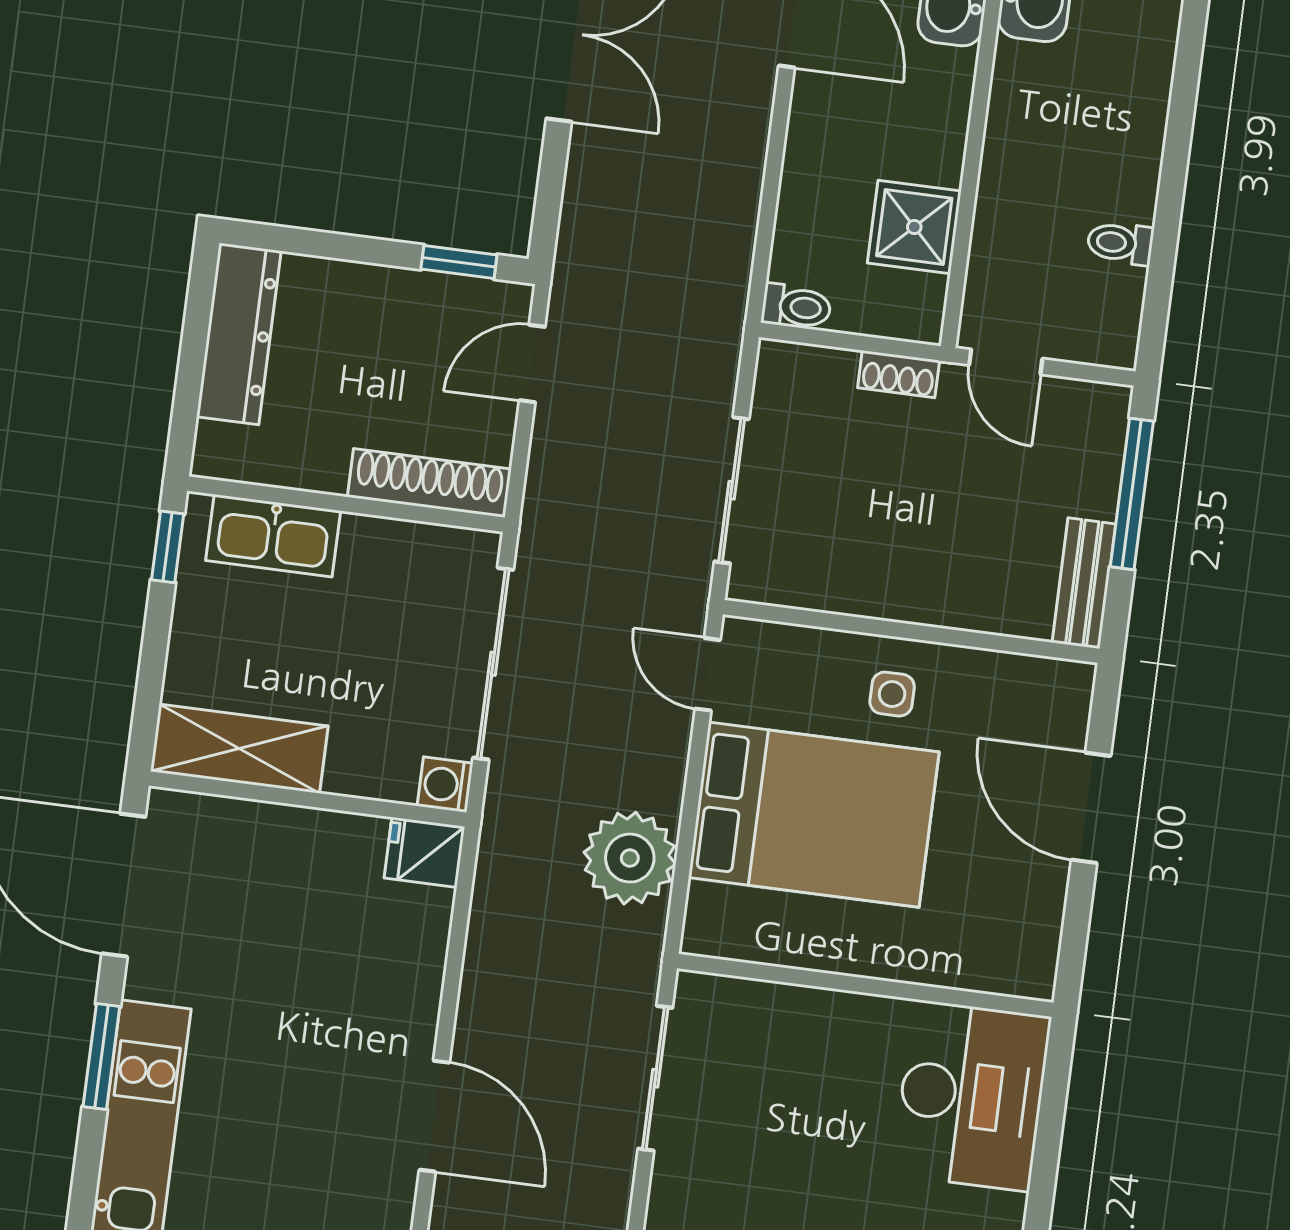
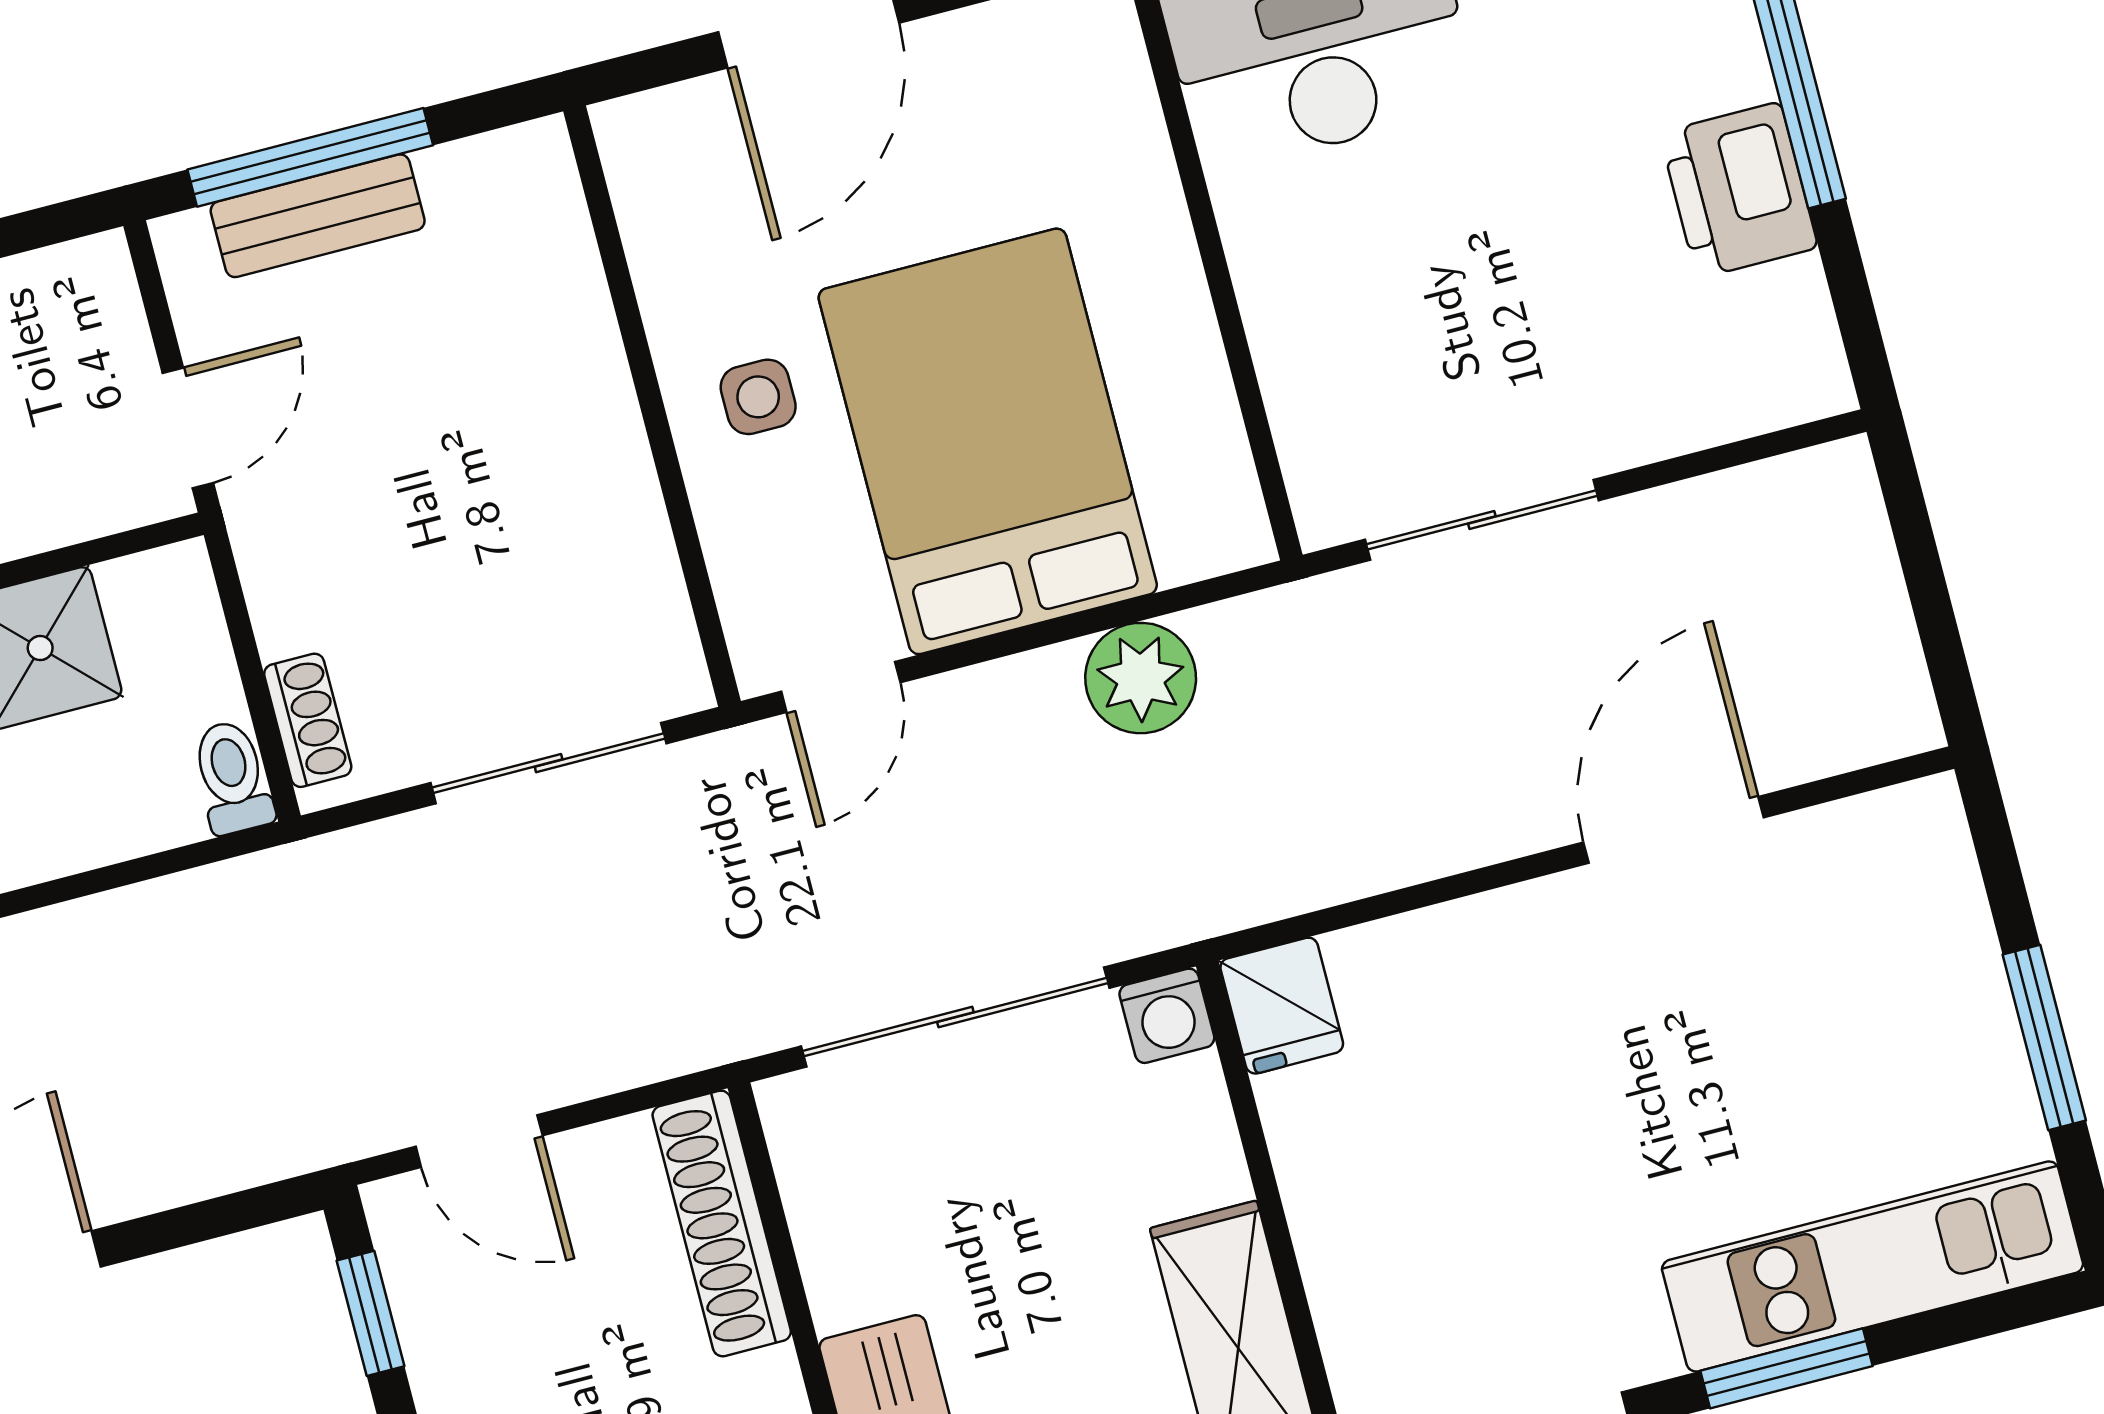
shoe rack: (899, 374) -> (308, 720), moved
bench: (1084, 583) -> (318, 216), moved
plant: (630, 858) -> (1141, 678), width x0.73, depth x0.73

